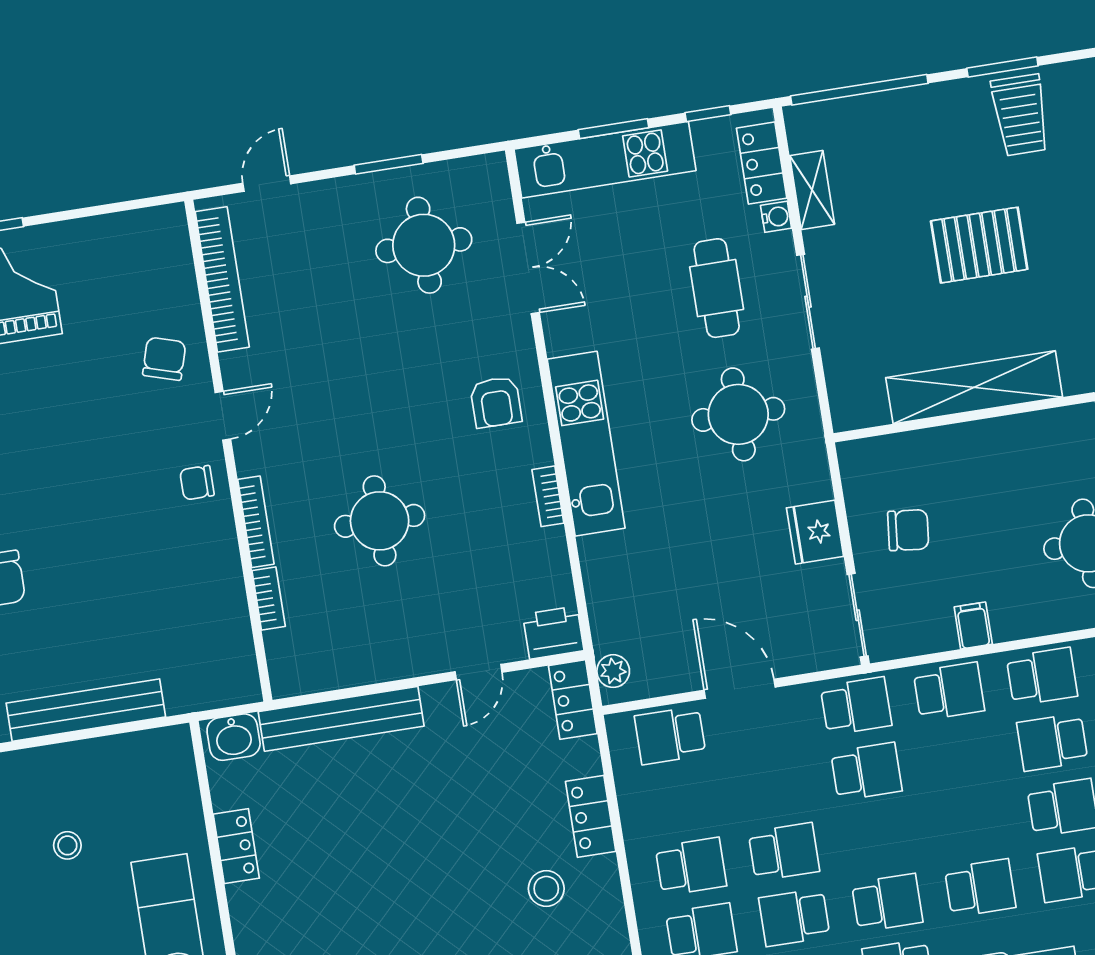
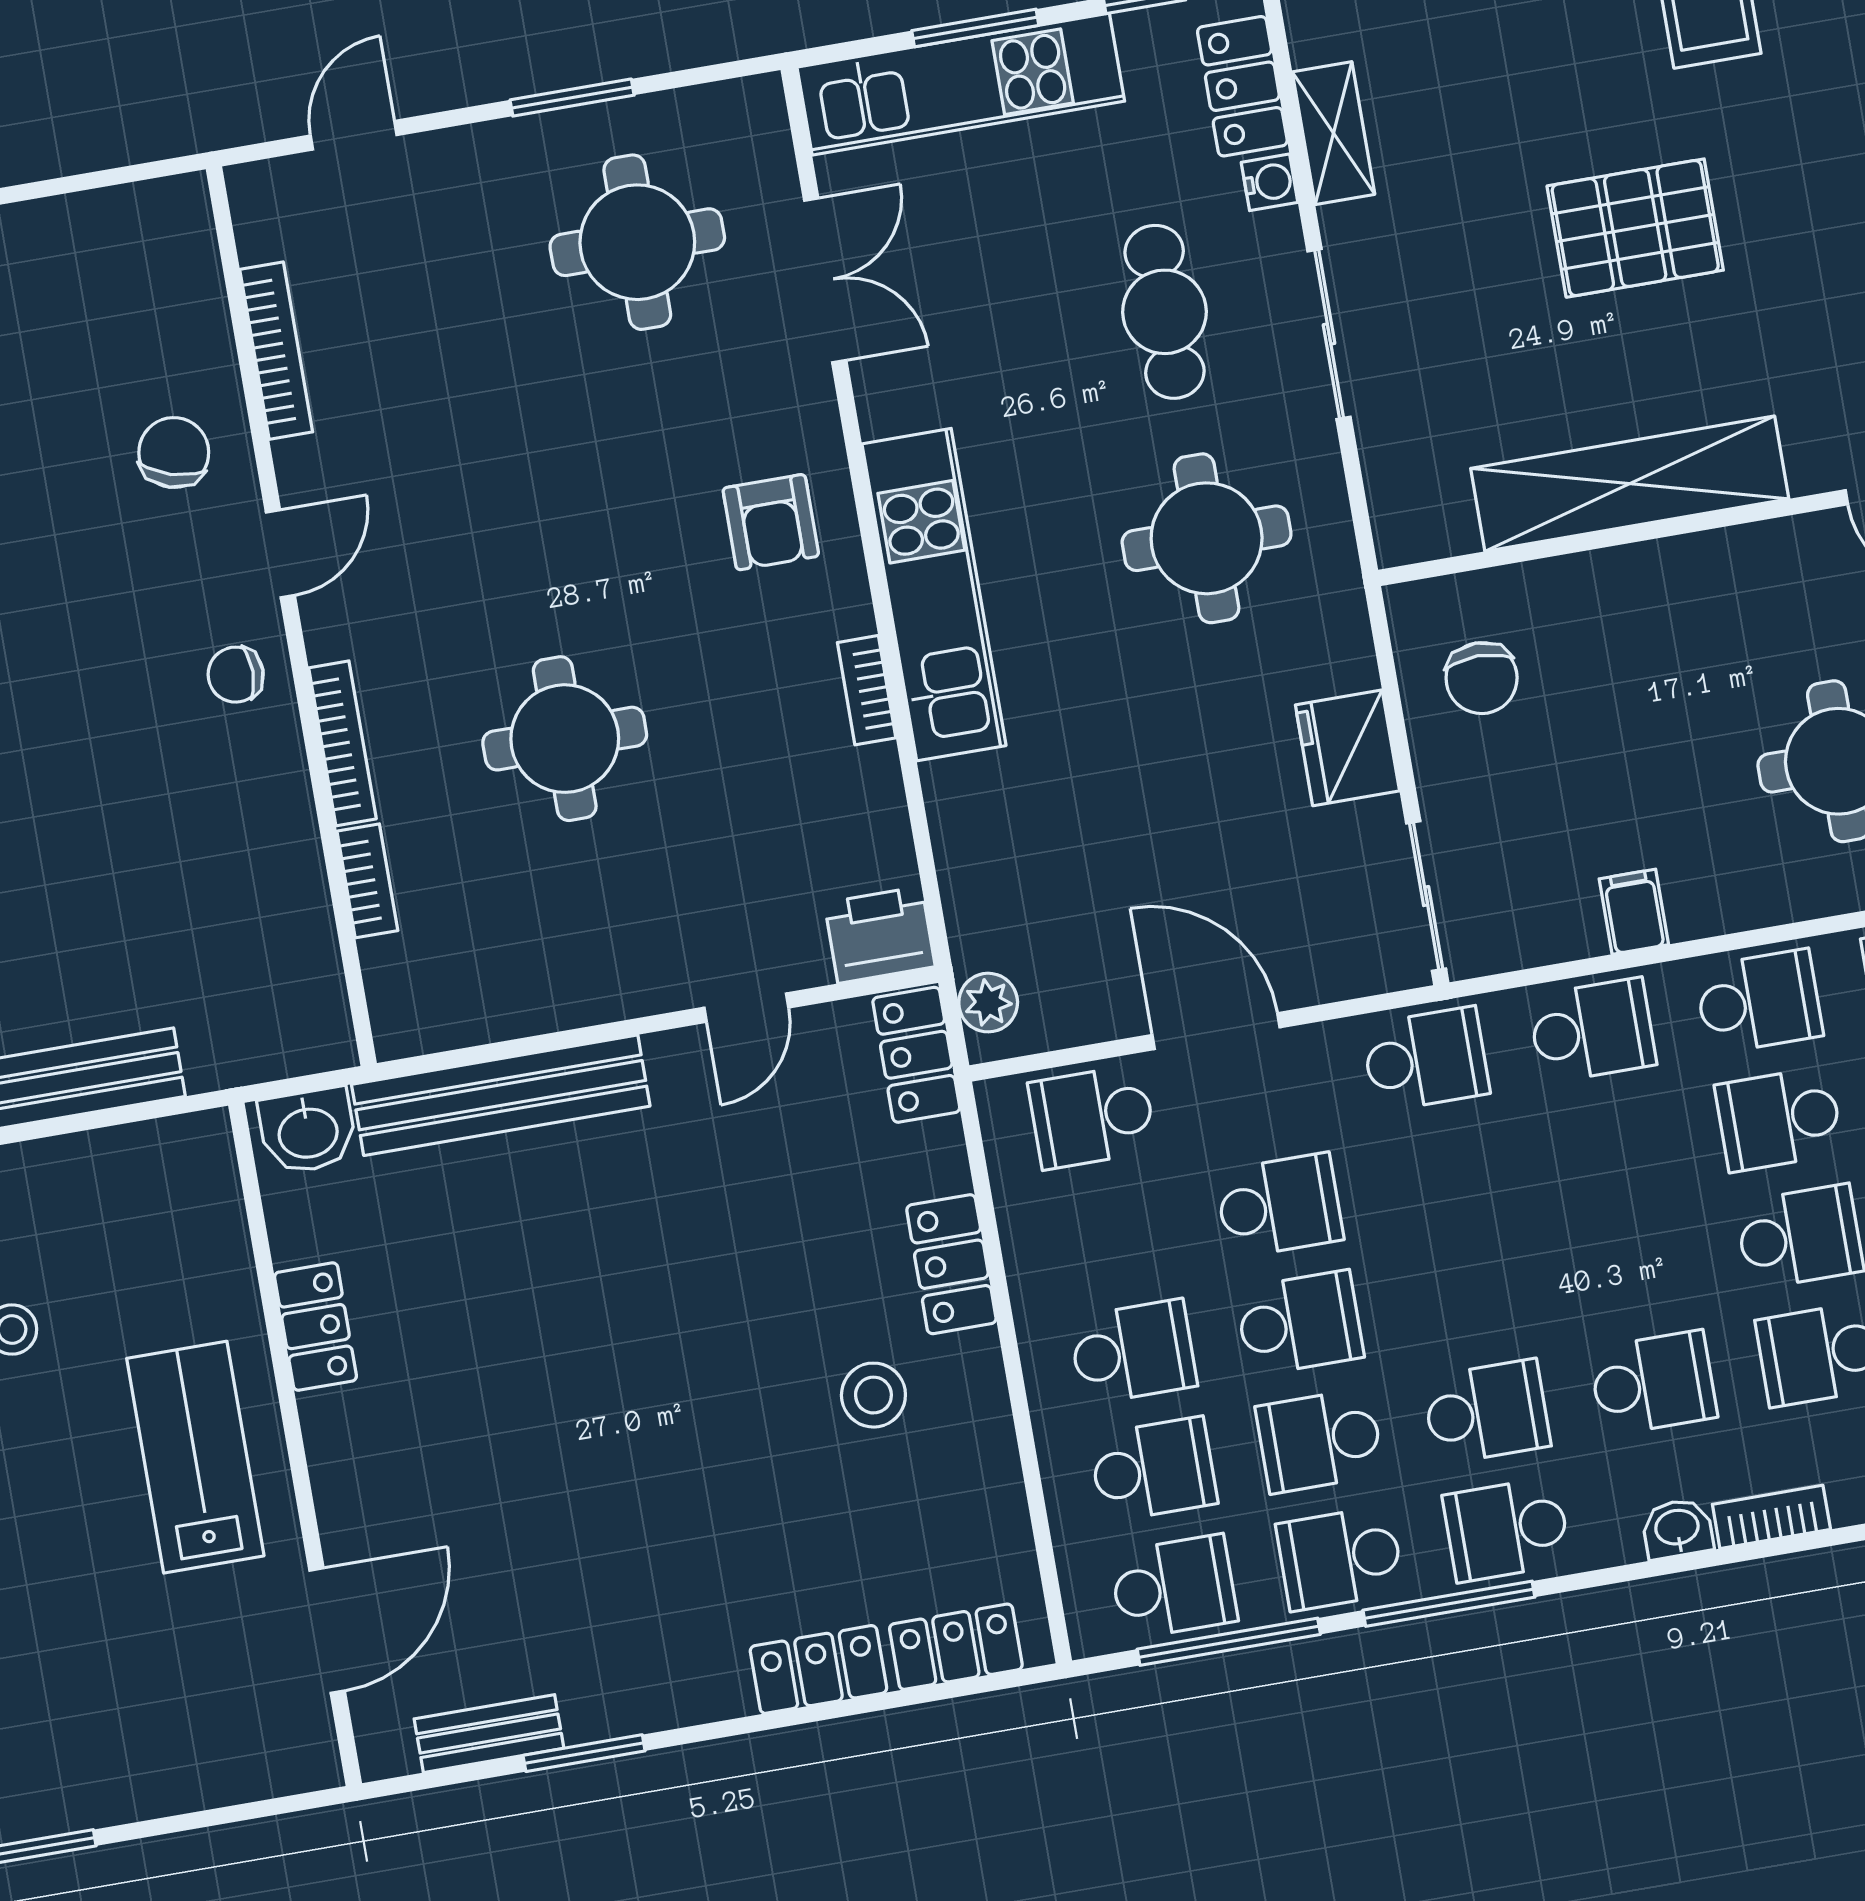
bookcase: (222, 279) -> (276, 351), width x0.68, depth x0.76
chair: (908, 530) -> (1482, 678), moved, turned 84
school desk: (866, 772) -> (1279, 1206), moved

